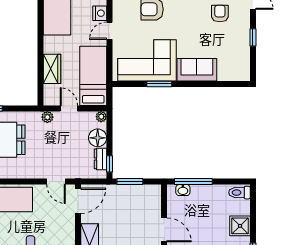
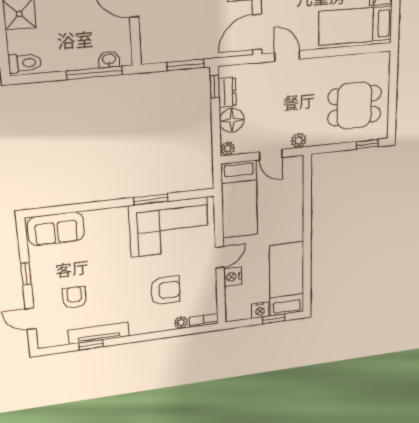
armchair: (220, 13) -> (74, 297), turned 180
wardrobe: (52, 69) -> (293, 202), removed
sofa: (197, 70) -> (56, 229), moved

